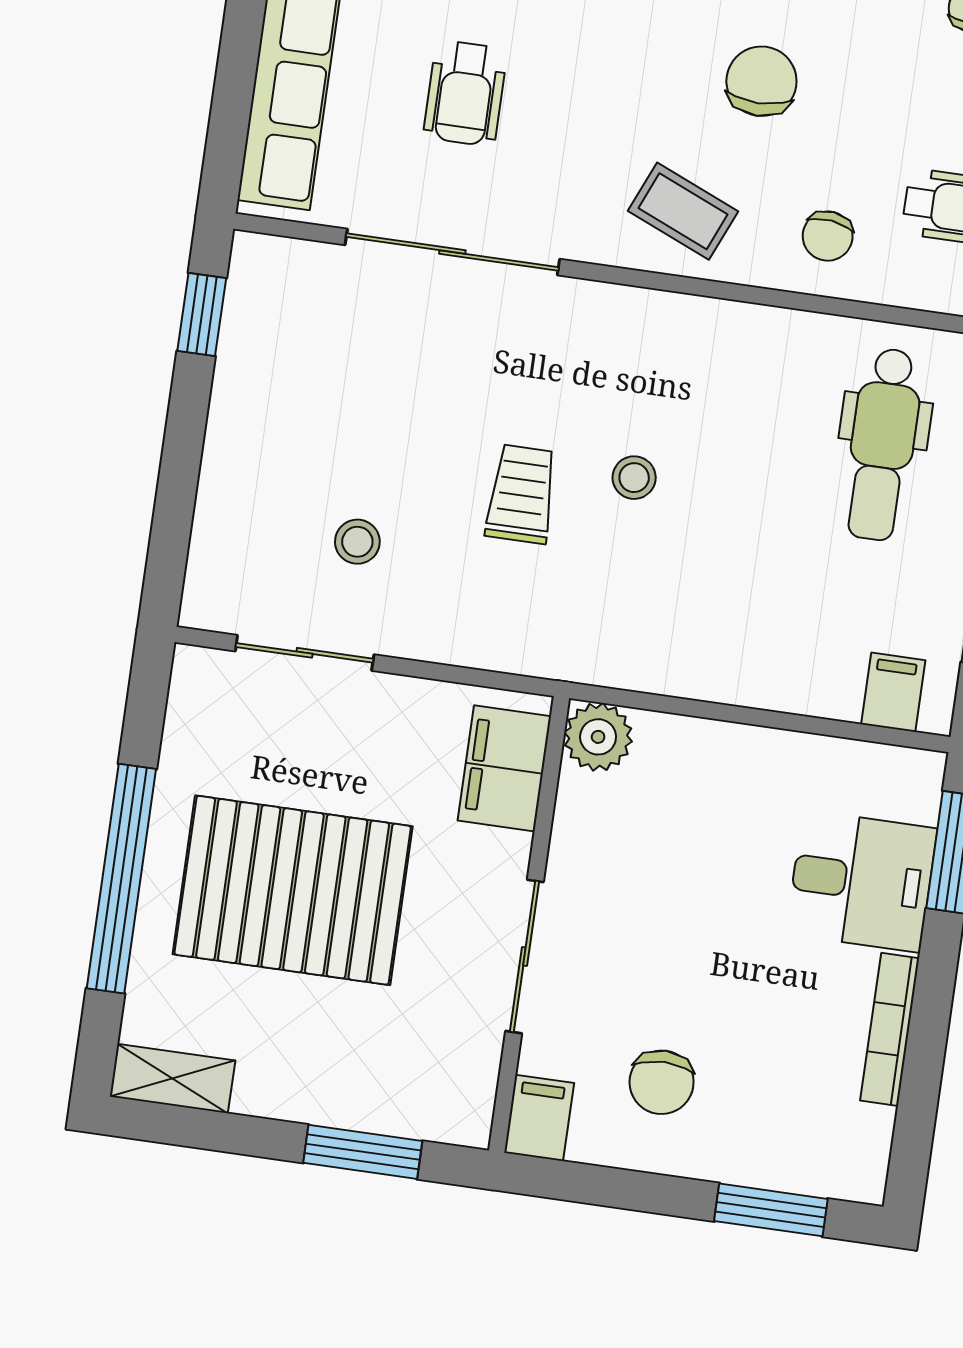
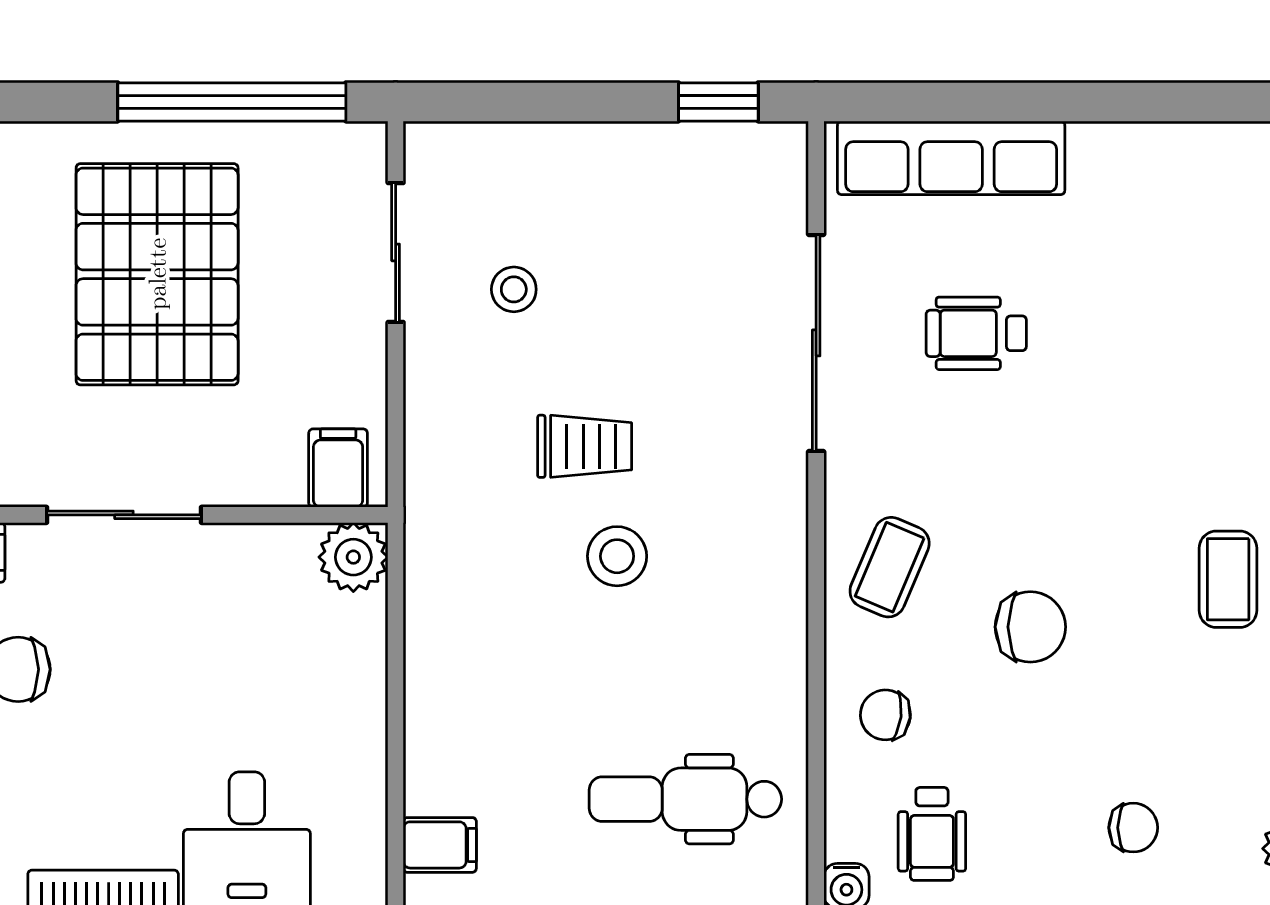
stool: (634, 478) -> (617, 556), width x1.37, depth x1.37
filing cabinet: (504, 768) -> (338, 468), width x0.50
window: (121, 879) -> (232, 102), moved

